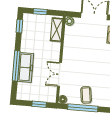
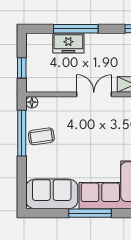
freezer: (26, 67) -> (68, 43), width x0.71
double door: (59, 74) -> (94, 94), moved

